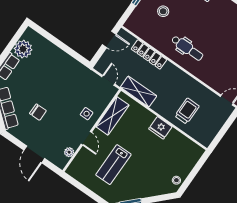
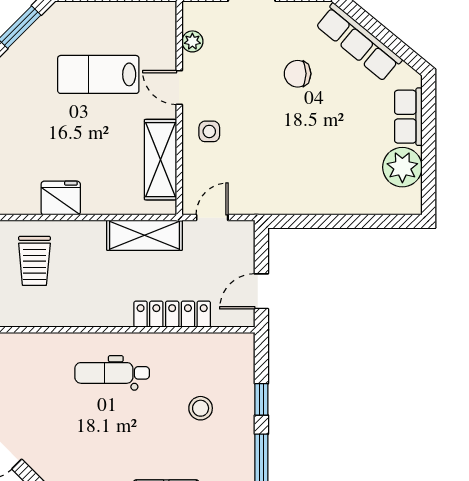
door: (108, 80) -> (212, 218), swing flipped
lab bench: (113, 165) -> (98, 74), turned -90

